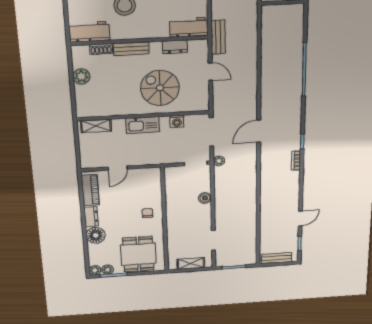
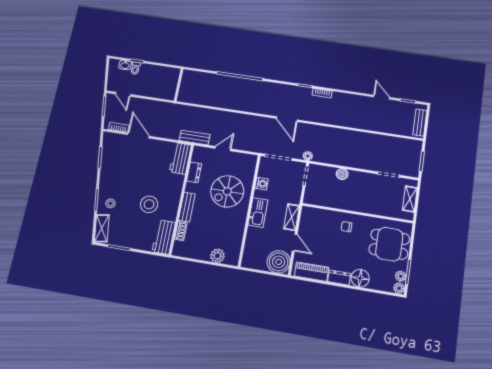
plant: (81, 76) -> (217, 256), moved
shelving: (96, 126) -> (292, 217), moved
boiler: (92, 157) -> (279, 262), added

